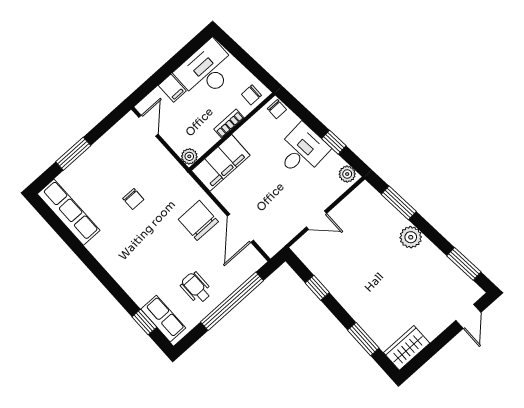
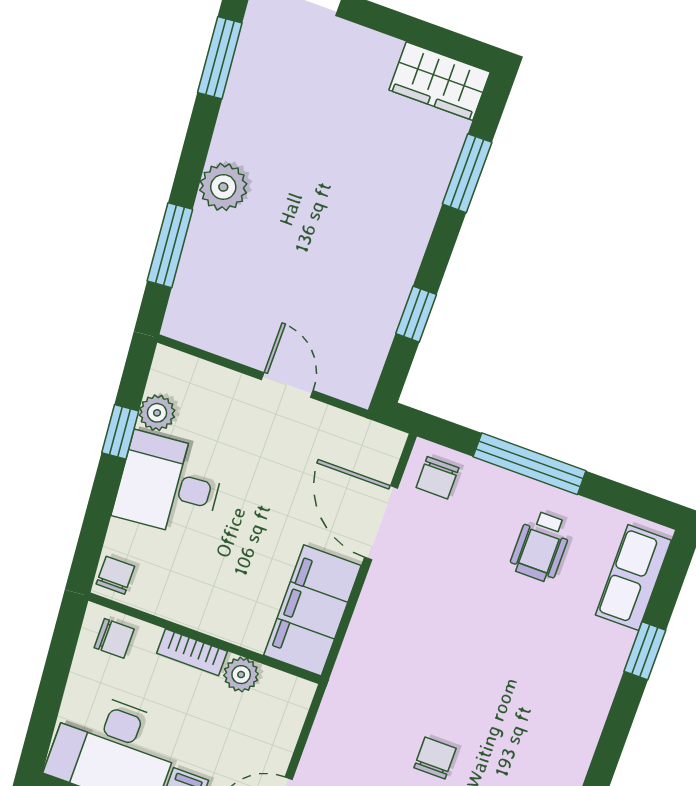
plant: (189, 156) -> (241, 675), moved
filing cabinet: (221, 163) -> (312, 610), moved, turned -90
plant: (347, 174) -> (157, 413), moved
chair: (198, 220) -> (437, 478), moved, width x0.54, depth x0.54
door: (240, 228) -> (381, 523), swing flipped
window: (232, 301) -> (530, 464), width x0.68
window: (144, 322) -> (645, 651), moved

